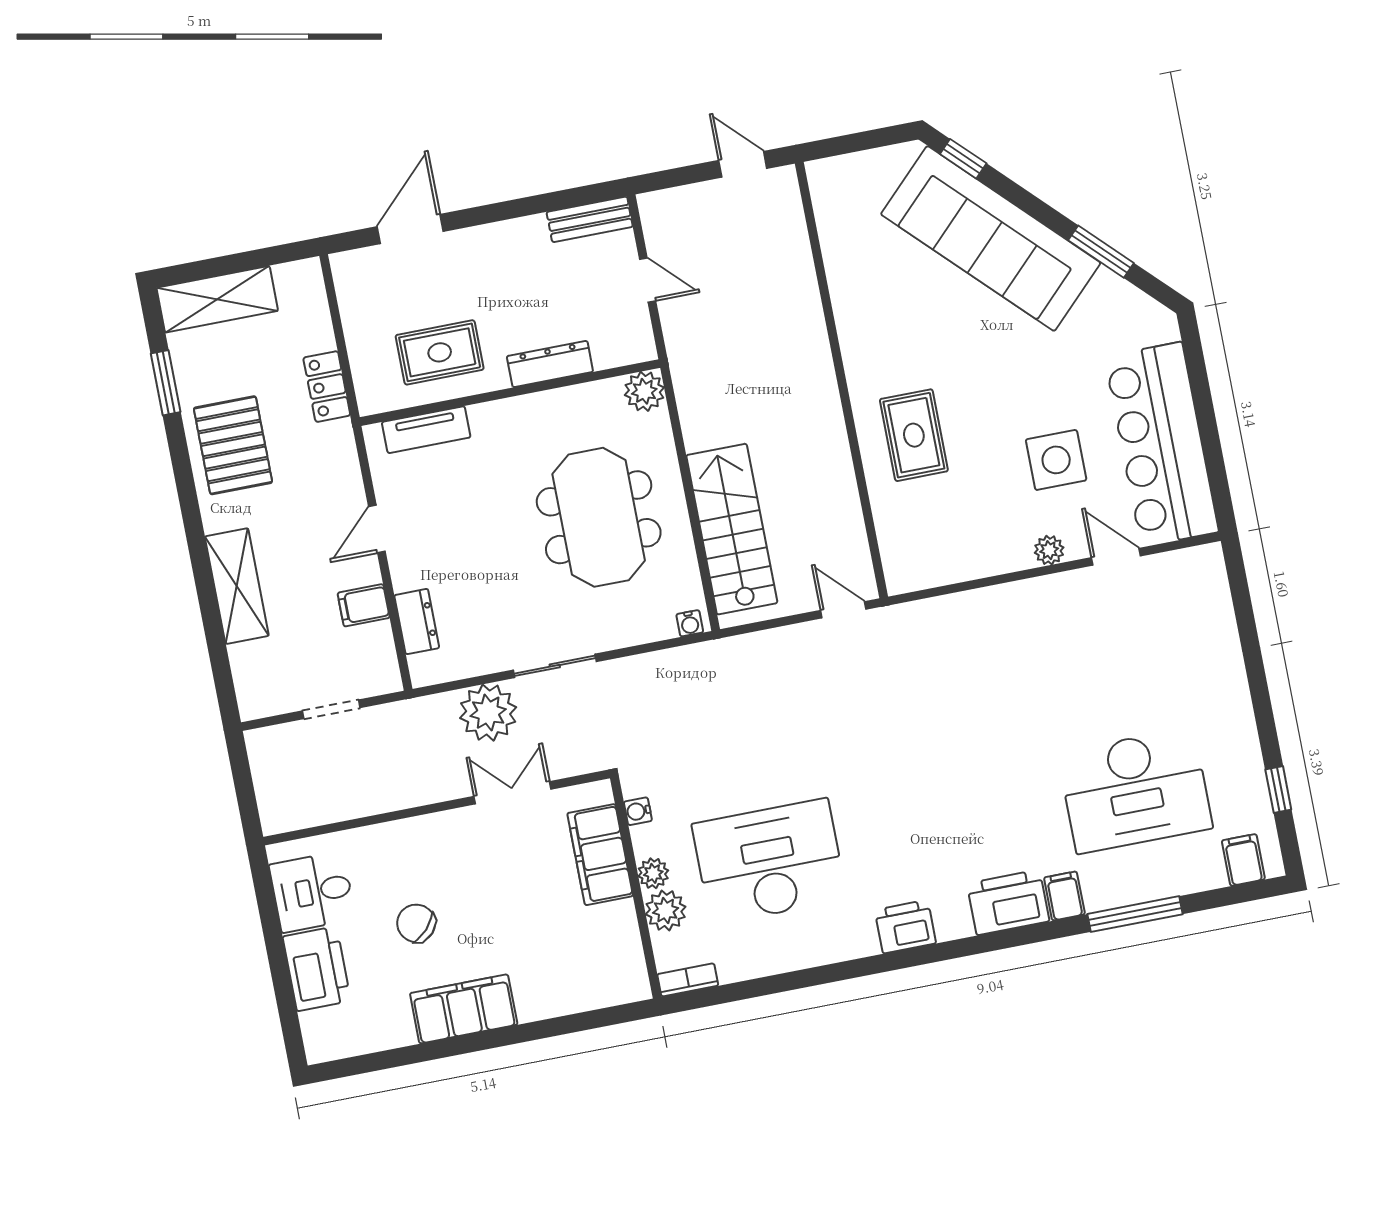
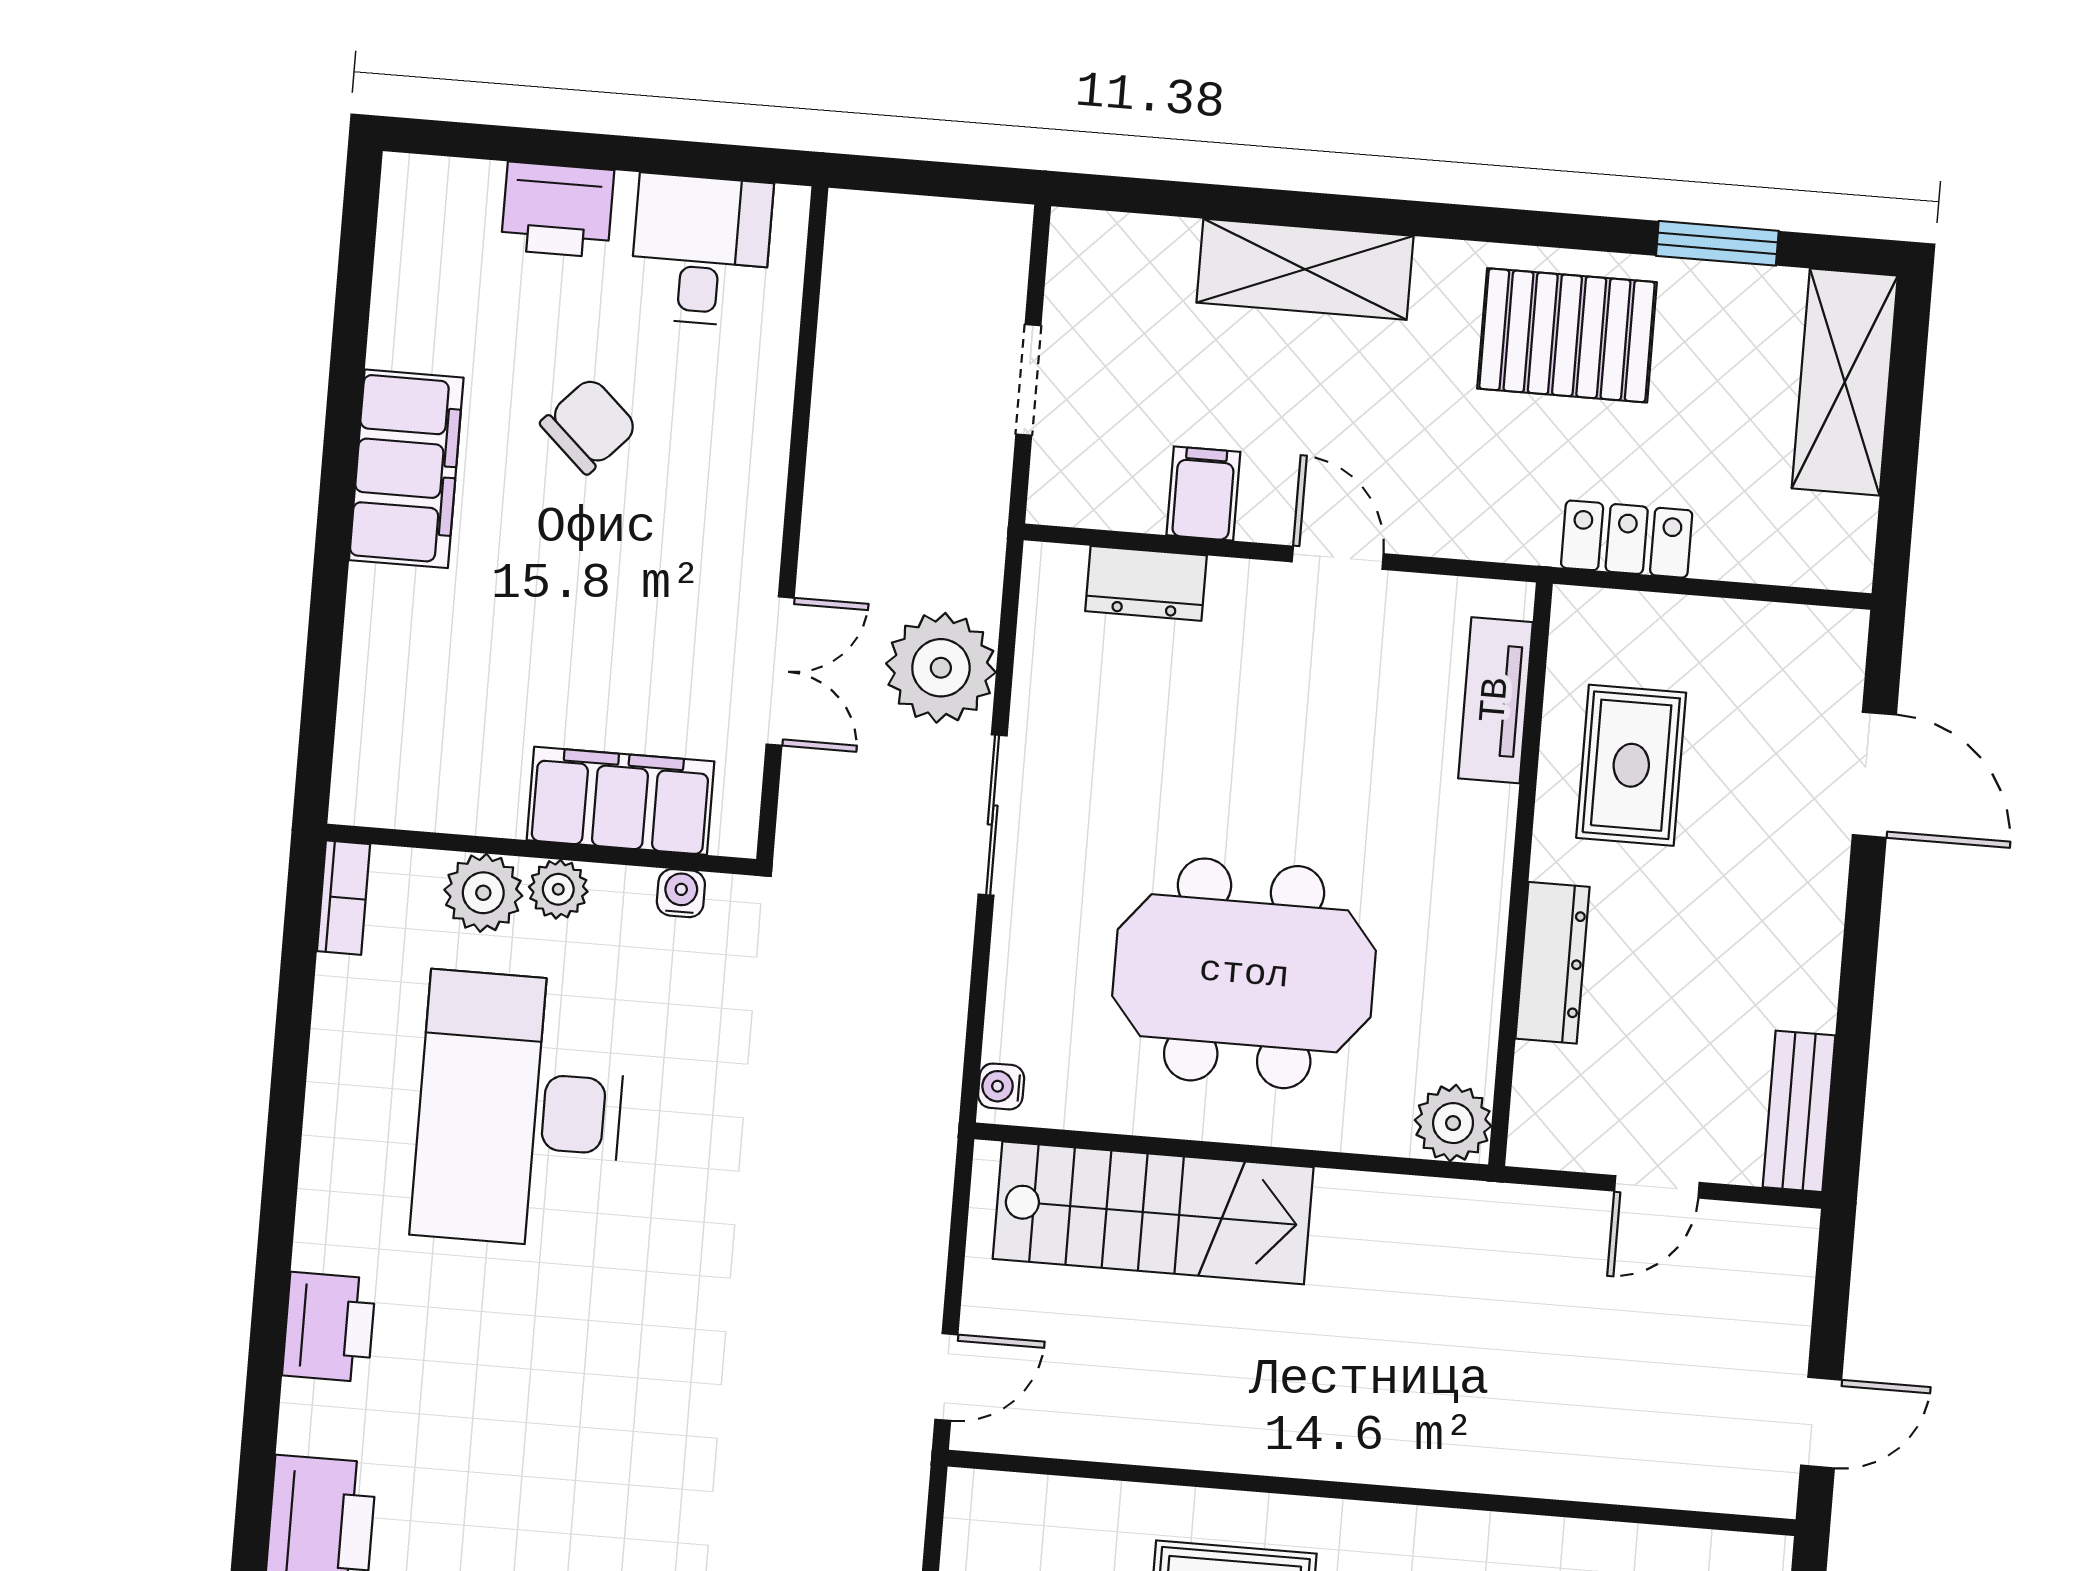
desk: (769, 862) -> (520, 1110), turned 180
printer: (317, 969) -> (557, 210), width x0.73, depth x0.84

